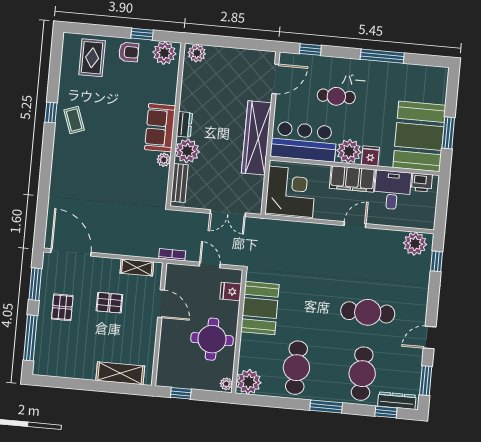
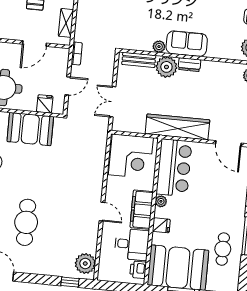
cafe table: (336, 96) -> (223, 249), moved
plant: (349, 151) -> (161, 201), width x0.53, depth x0.53

